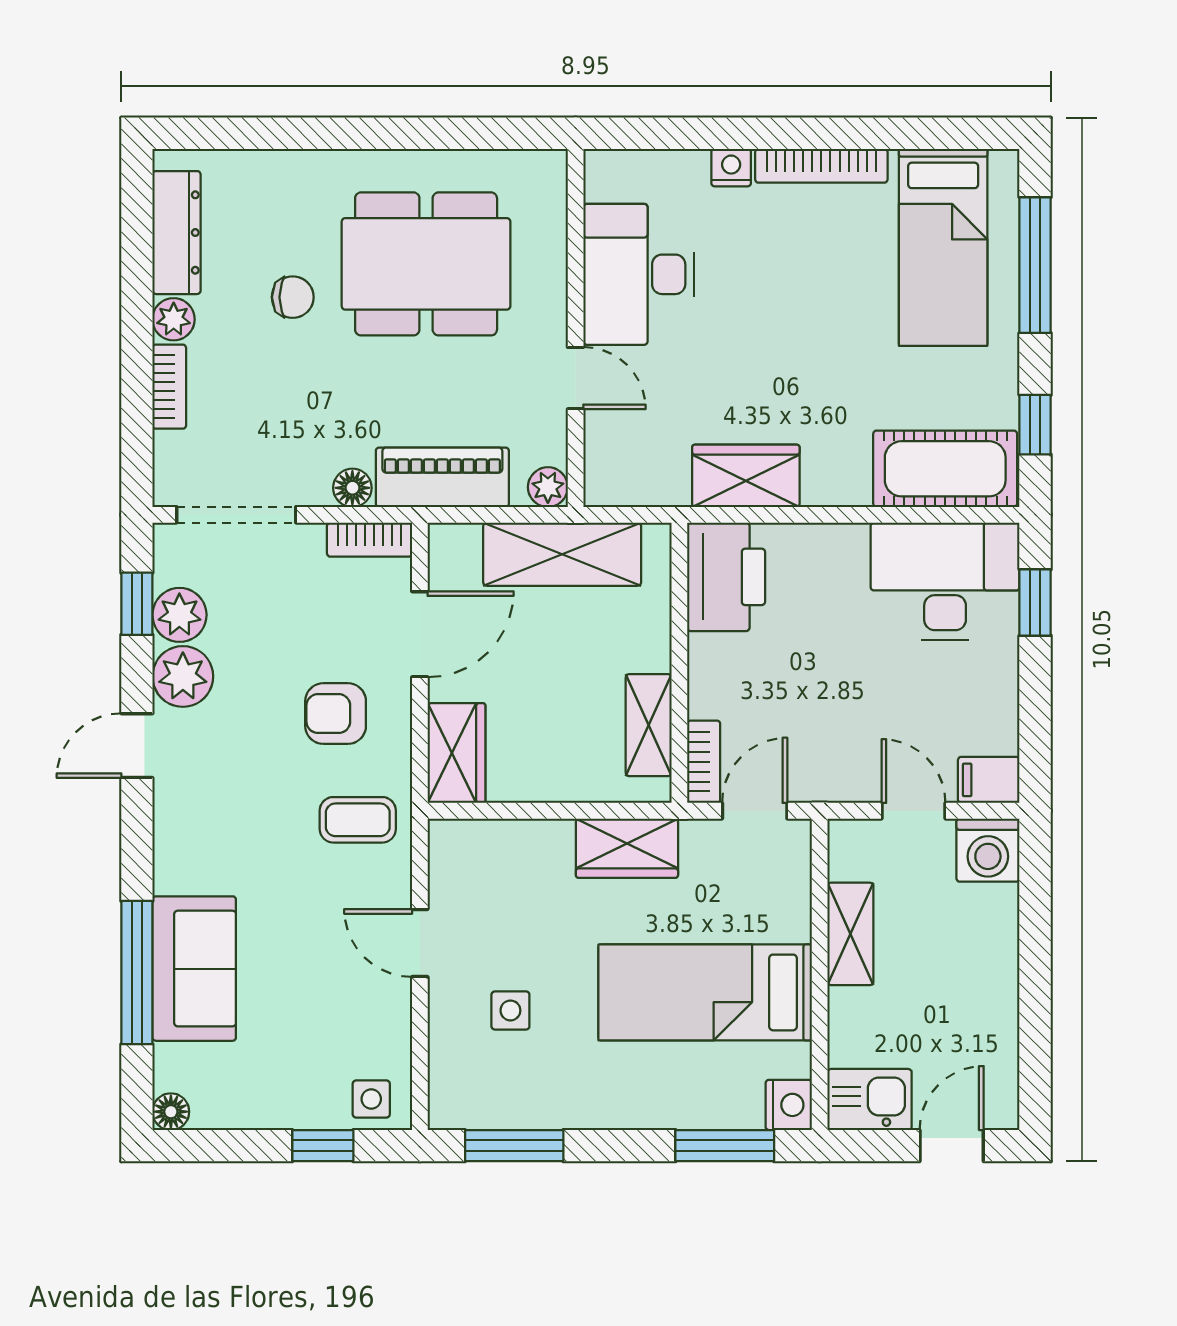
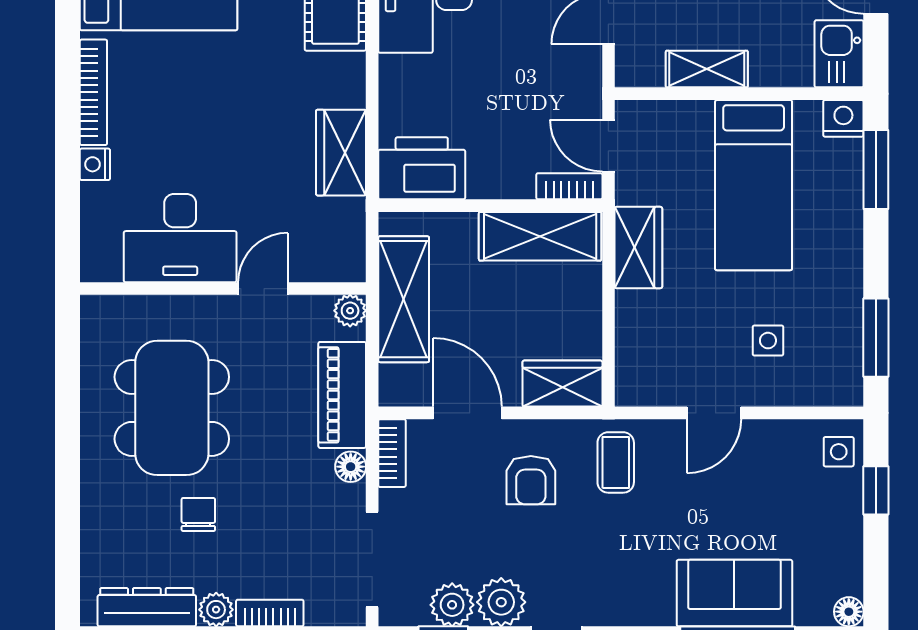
shelving: (649, 725) -> (540, 236), width x1.50, depth x1.33

